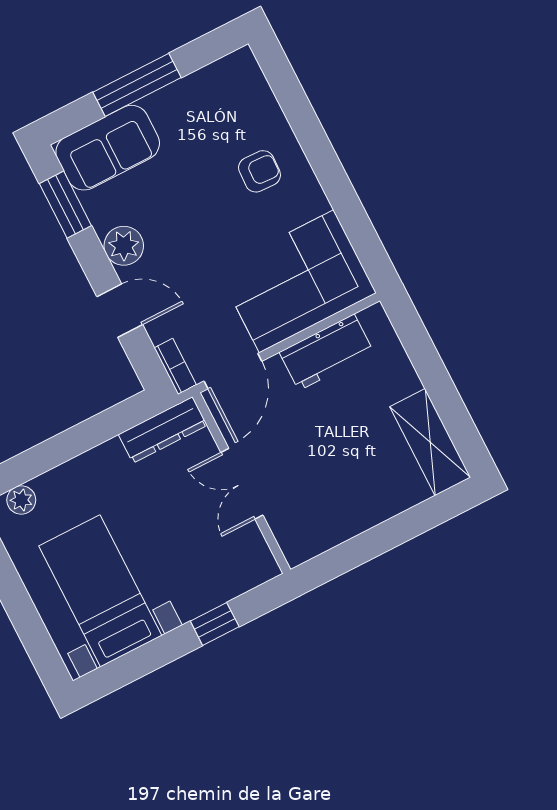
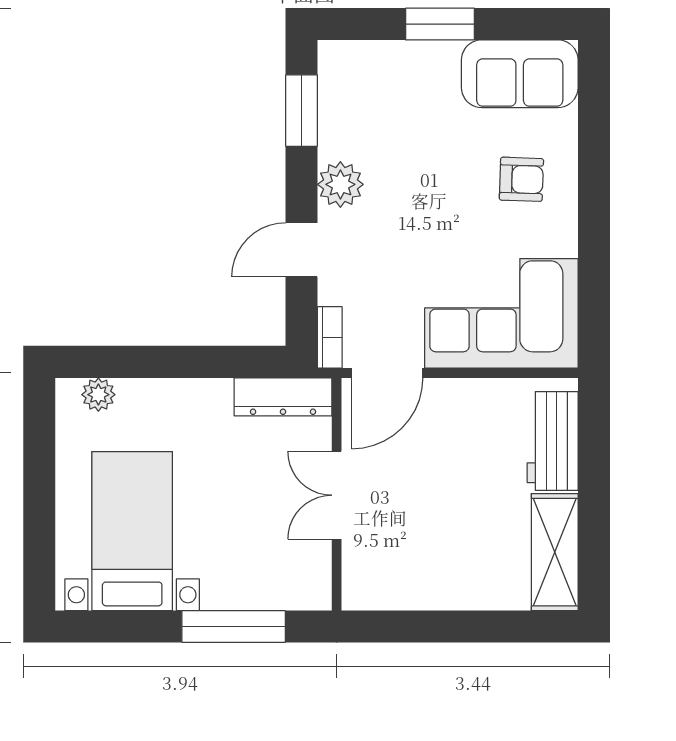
window: (137, 85) -> (440, 24), width x0.69
sofa: (108, 148) -> (520, 74), moved
door: (120, 311) -> (302, 250), swing flipped
workbench: (326, 352) -> (553, 441), moved, turned 90
window: (215, 624) -> (234, 627), width x2.17

